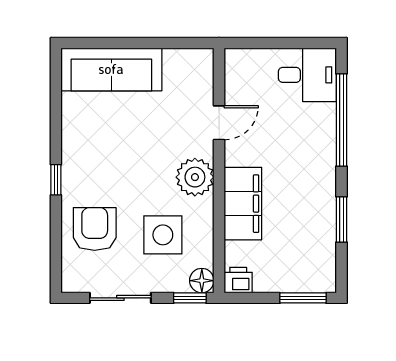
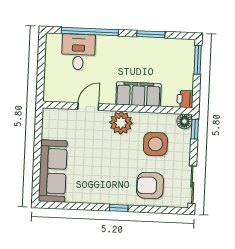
desk: (307, 75) -> (78, 52), moved
door: (219, 123) -> (88, 107), hinge flipped
sliding door: (120, 298) -> (192, 185), moved

